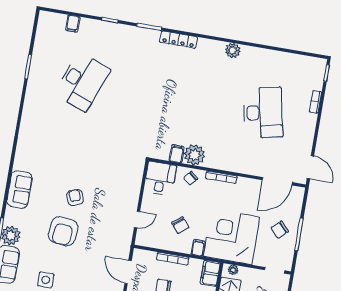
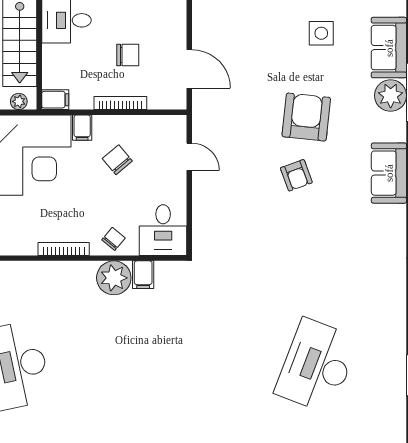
door: (137, 220) -> (189, 157), swing flipped
filing cabinet: (210, 273) -> (55, 100), width x0.50

